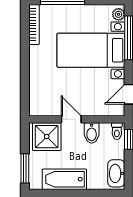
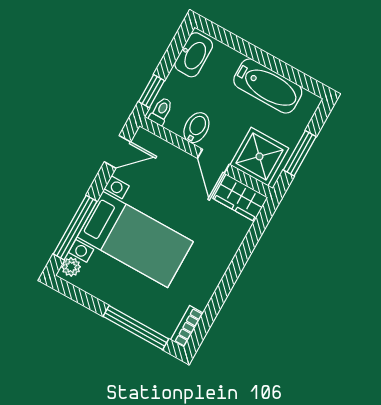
bookcase: (34, 25) -> (187, 326), width x0.64
wardrobe: (45, 107) -> (240, 198), added
window: (25, 168) -> (300, 153), moved

